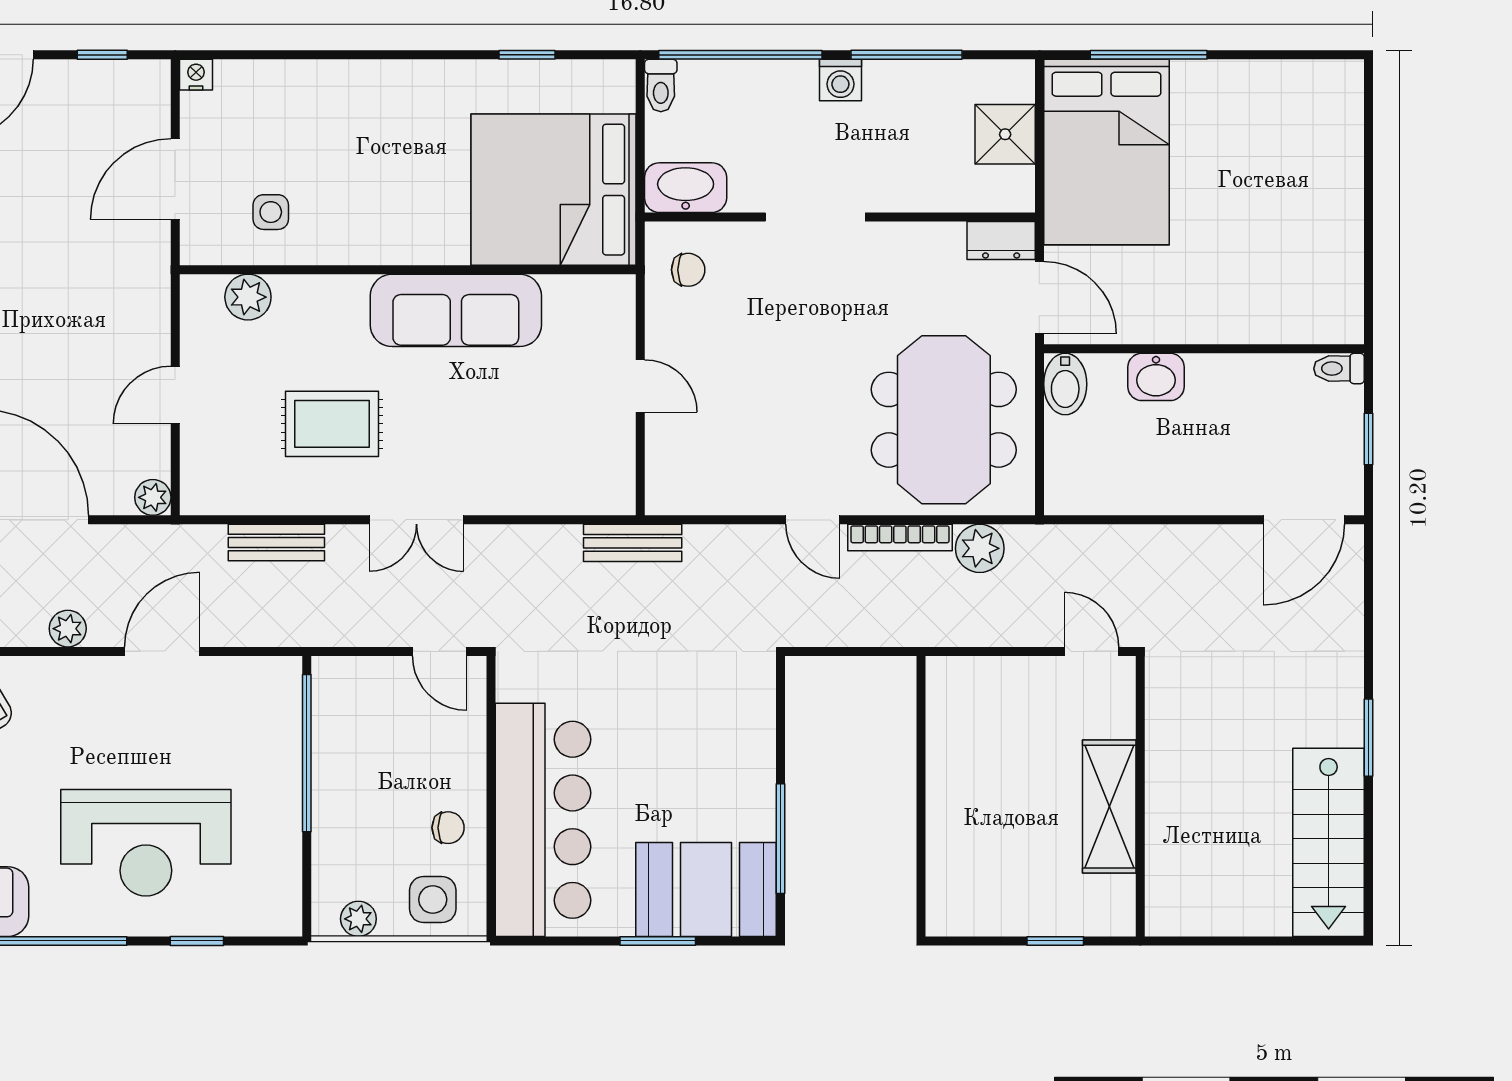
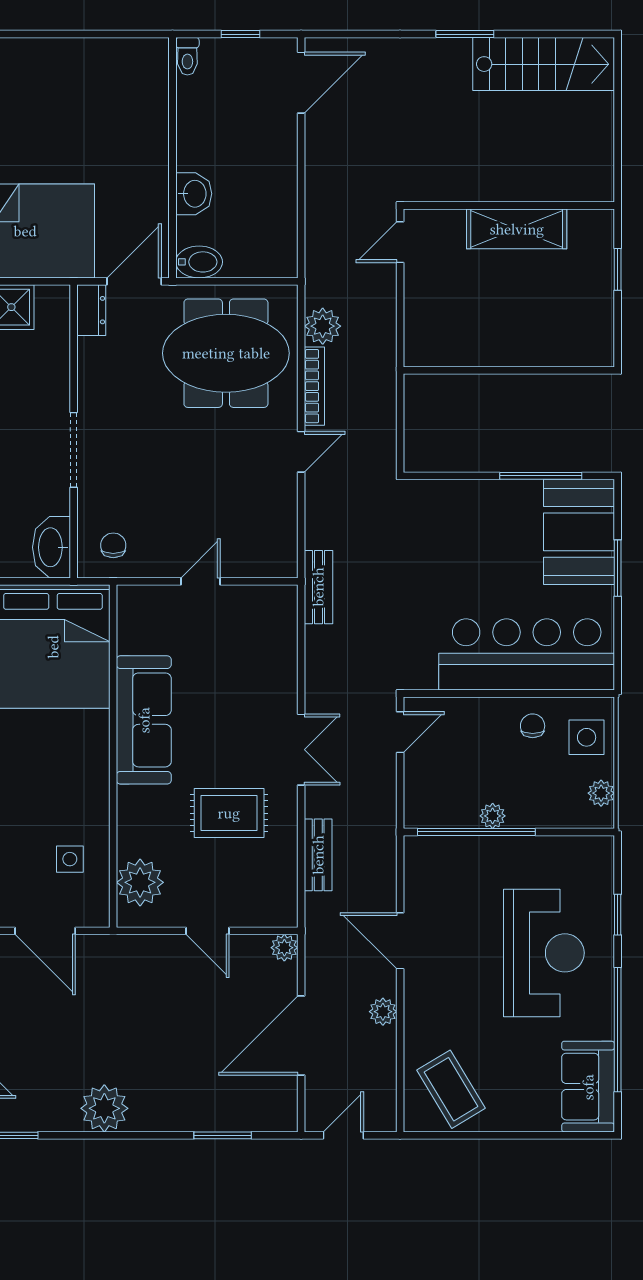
plant: (248, 297) -> (140, 882), width x1.36, depth x1.36
rug: (332, 424) -> (229, 813), turned 90
door: (1304, 520) -> (301, 83), hinge flipped
plant: (328, 774) -> (493, 816), added

